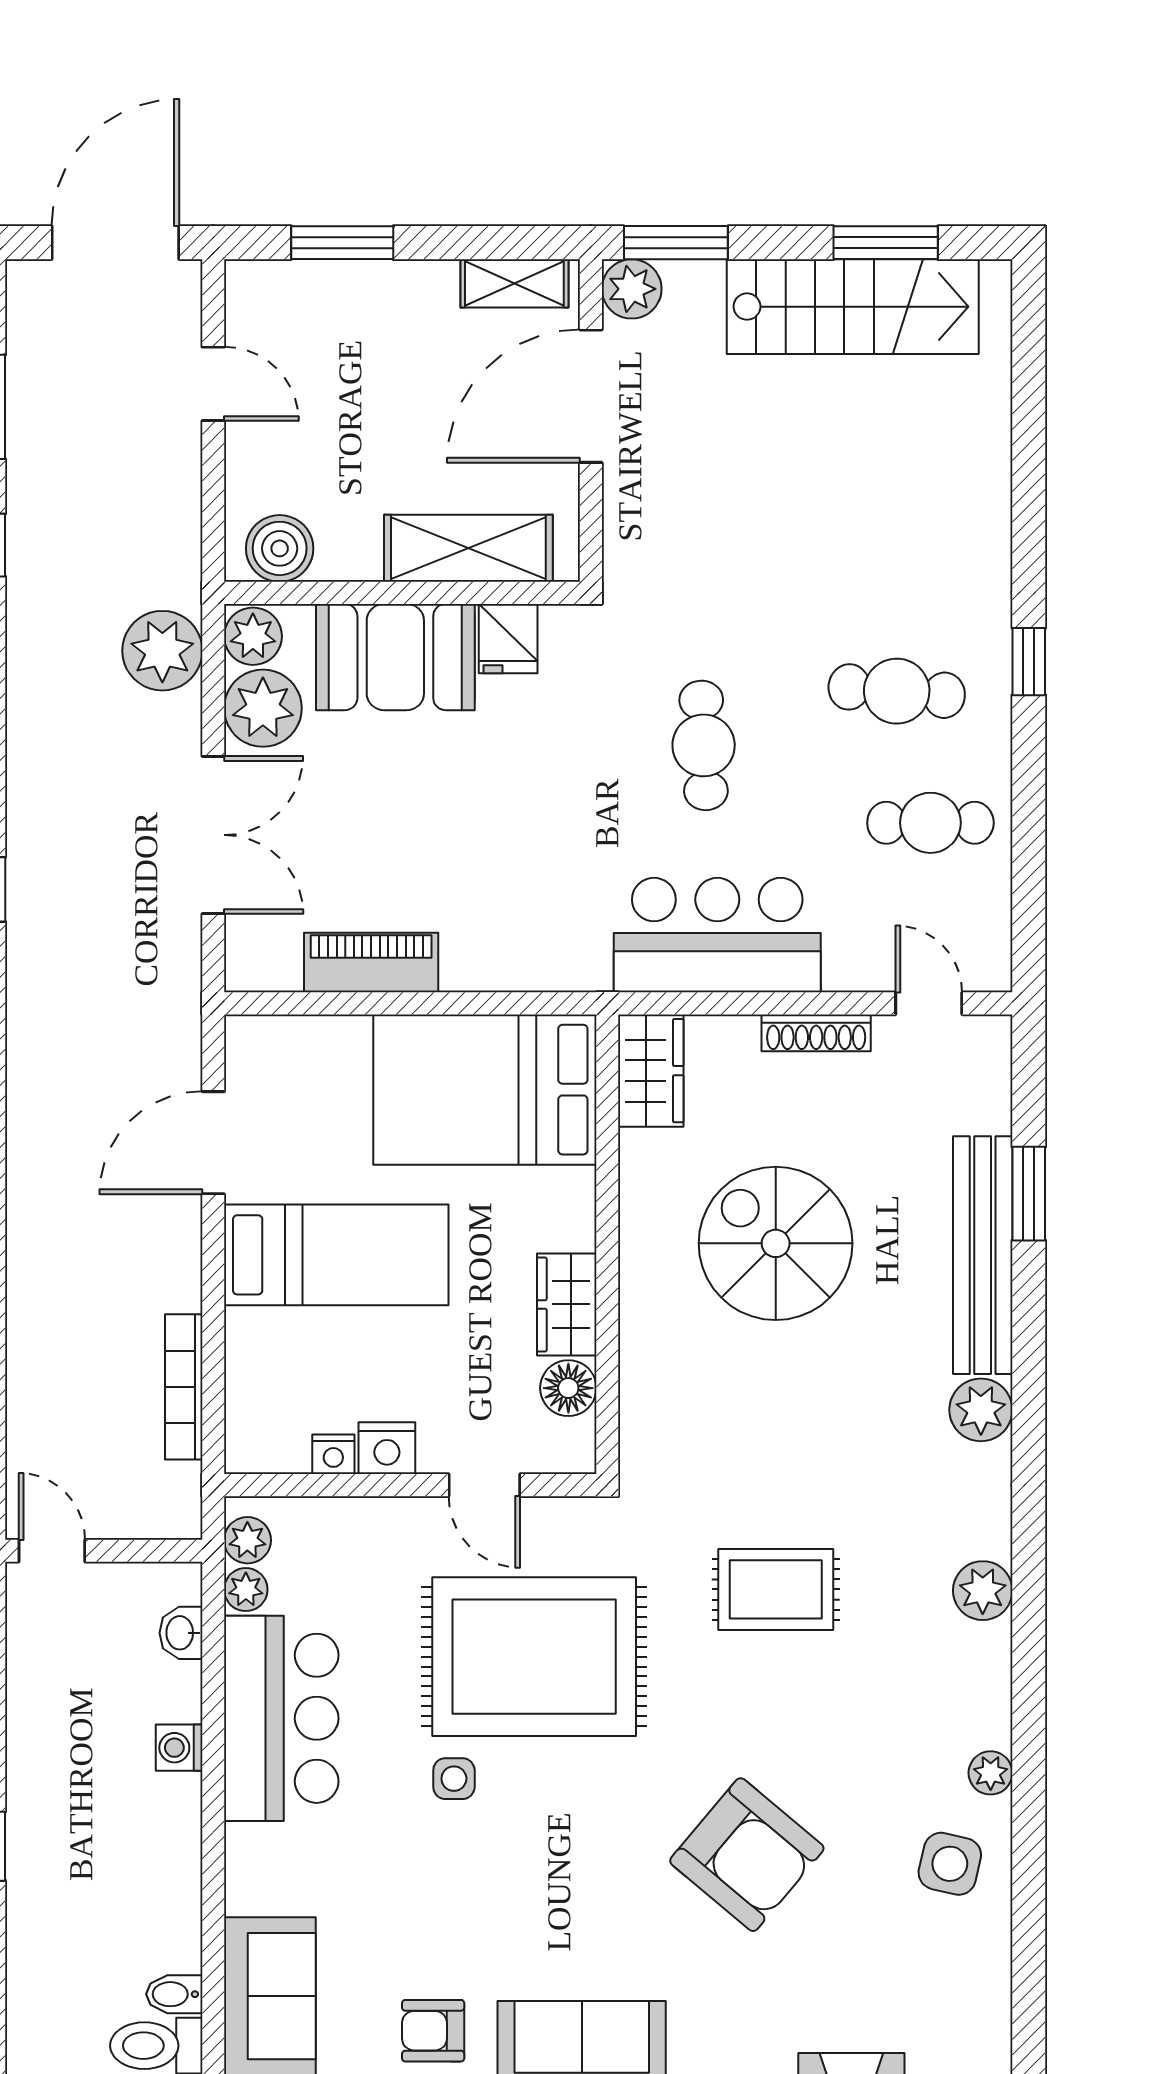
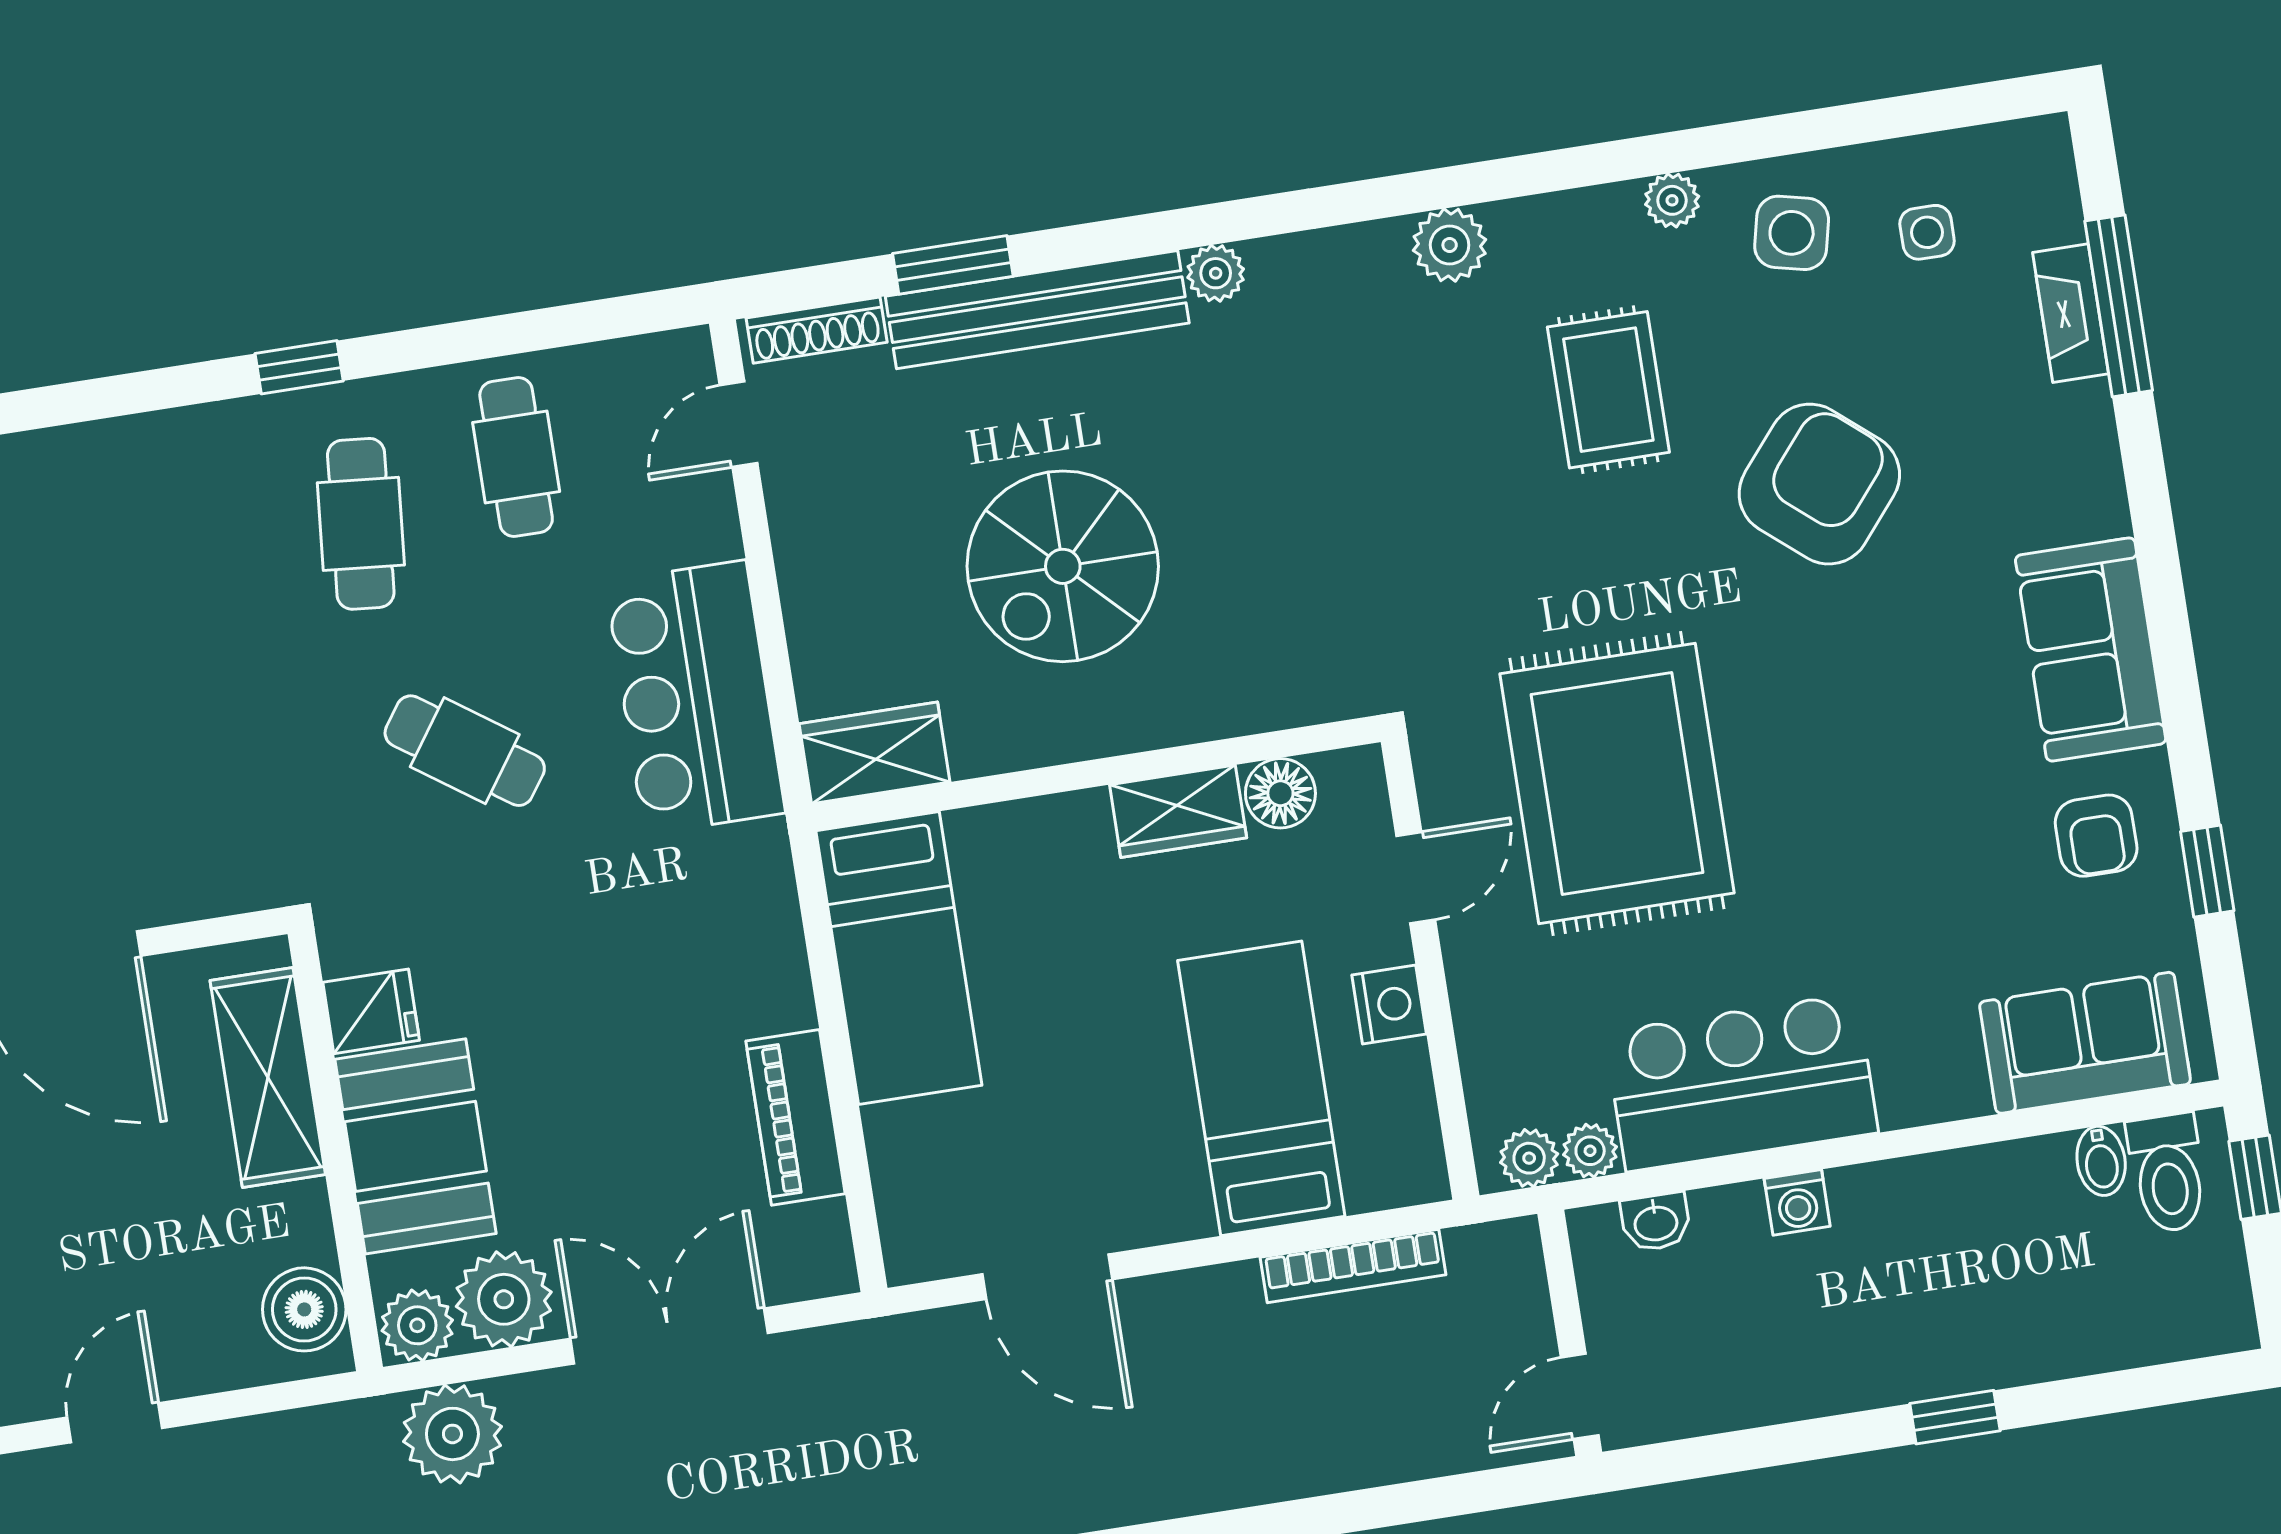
cafe table: (704, 745) -> (465, 751), turned 38
shoe rack: (816, 1033) -> (817, 330), moved, turned 90
bed: (485, 1090) -> (899, 958), width x0.67
bed: (336, 1255) -> (1261, 1088), moved
plant: (981, 1410) -> (1216, 273), width x0.73, depth x0.73
nightstand: (333, 1454) -> (1407, 1069), removed
rug: (776, 1589) -> (1608, 390), moved
side table: (454, 1779) -> (1927, 232), moved

